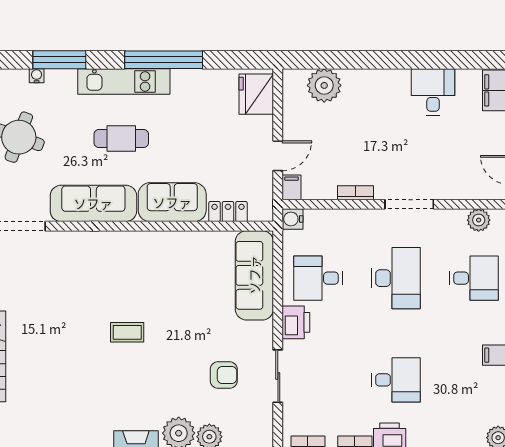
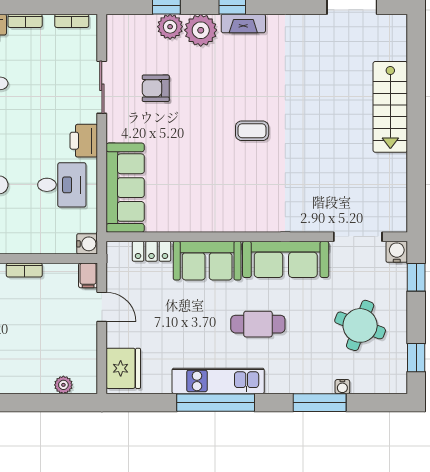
kitchen unit: (124, 81) -> (218, 381), moved
plant: (324, 85) -> (63, 385), width x0.53, depth x0.53
door: (278, 156) -> (102, 307), swing flipped

